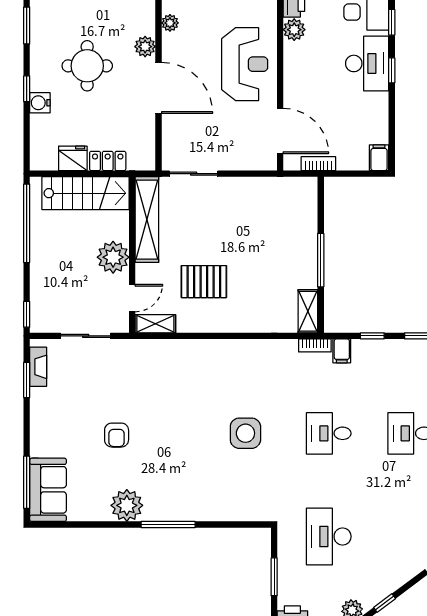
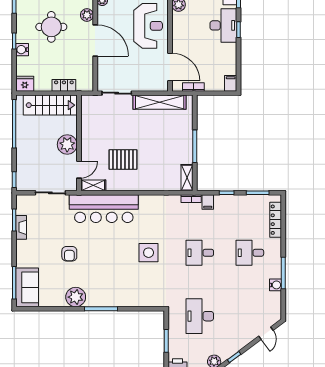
fridge: (73, 158) -> (25, 84), moved
shelving: (147, 220) -> (160, 102), moved, turned 90
bar counter: (173, 362) -> (104, 209), added
fireplace: (38, 367) -> (21, 227), moved

